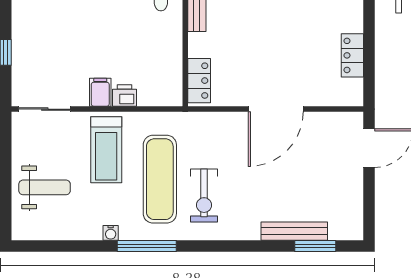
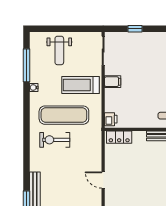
printer: (125, 96) -> (111, 119), moved
door: (276, 109) -> (103, 180), width x0.53
window: (147, 246) -> (26, 65), moved

